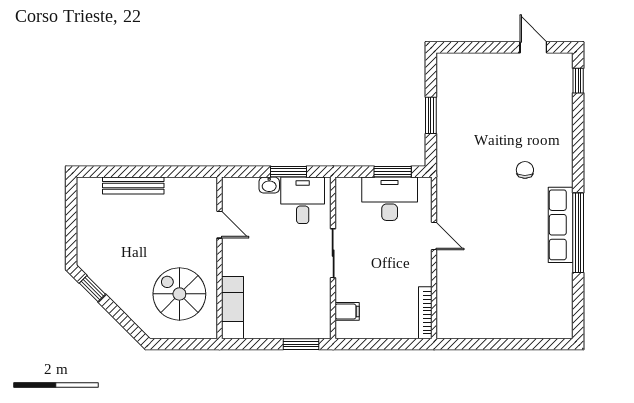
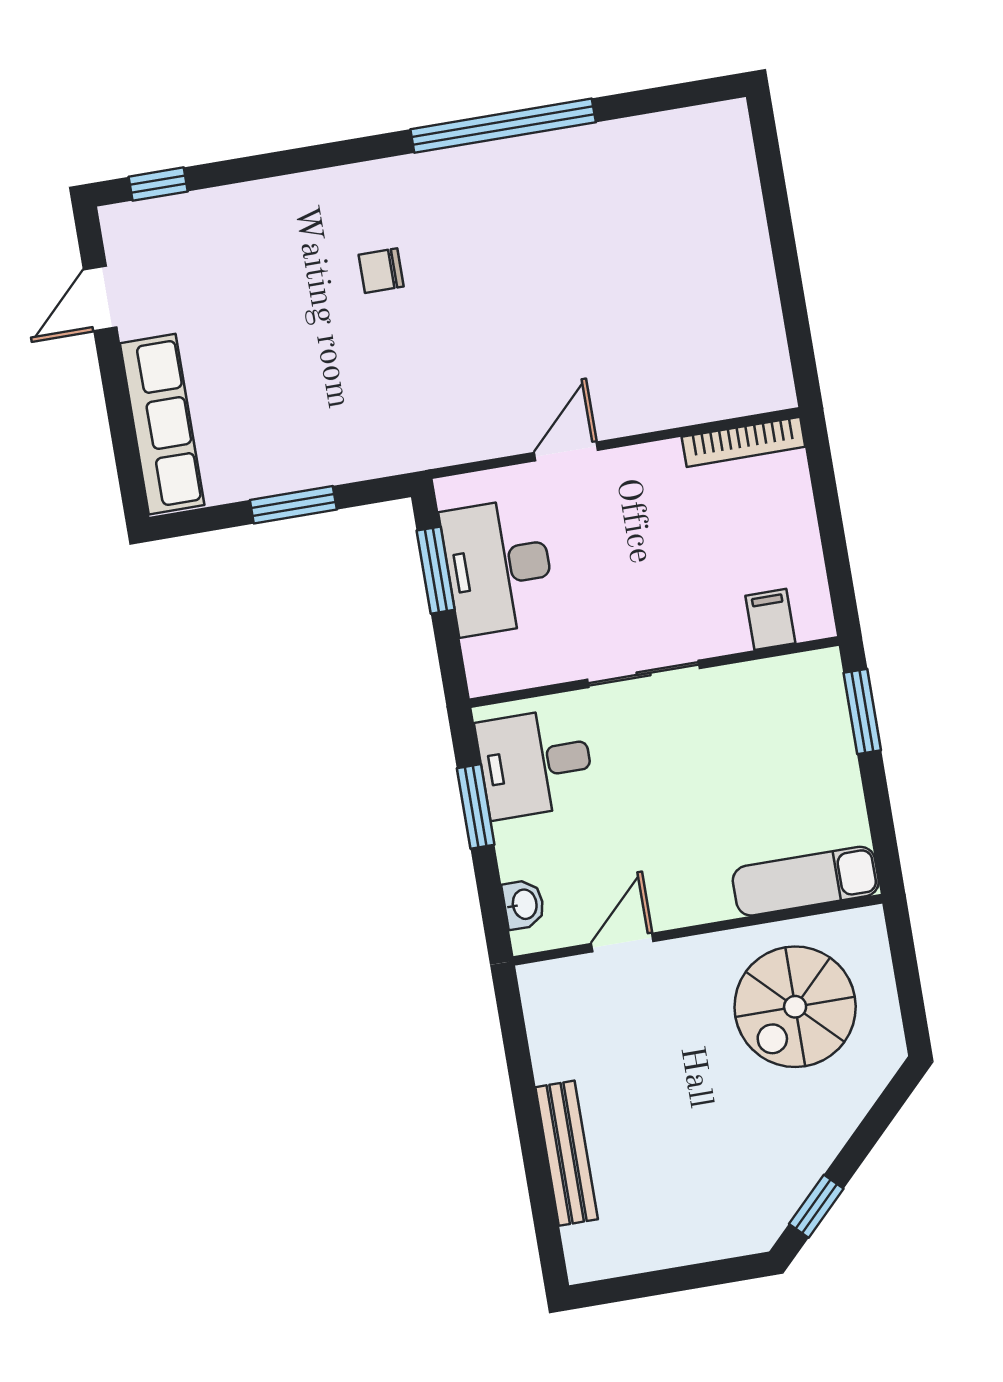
washbasin: (269, 185) -> (524, 904), moved
row of seats: (561, 225) -> (162, 424), moved, turned -90

